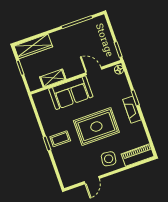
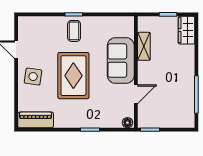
wardrobe: (33, 46) -> (186, 30), width x0.67
fireplace: (132, 110) -> (78, 121), removed
piano: (138, 155) -> (36, 120), moved, turned -90

